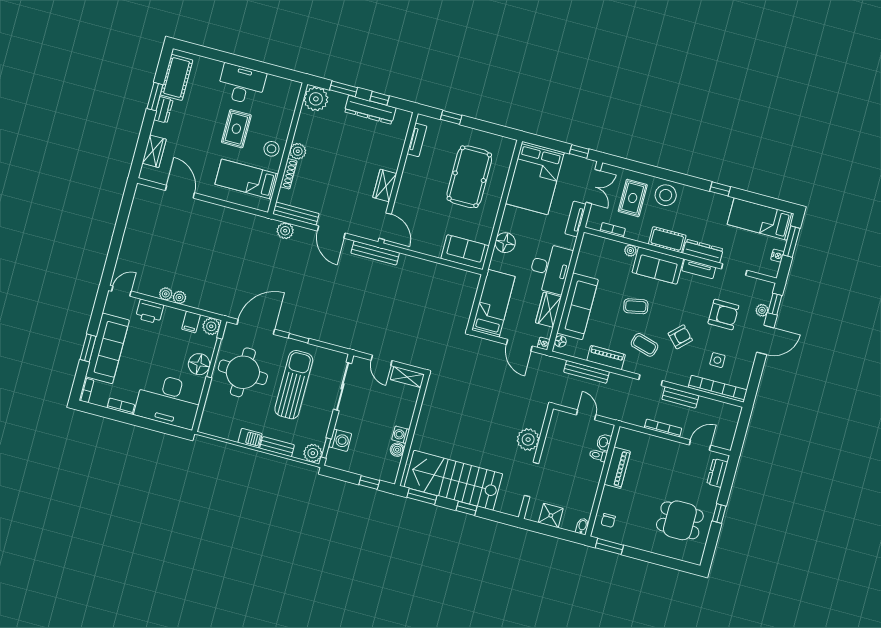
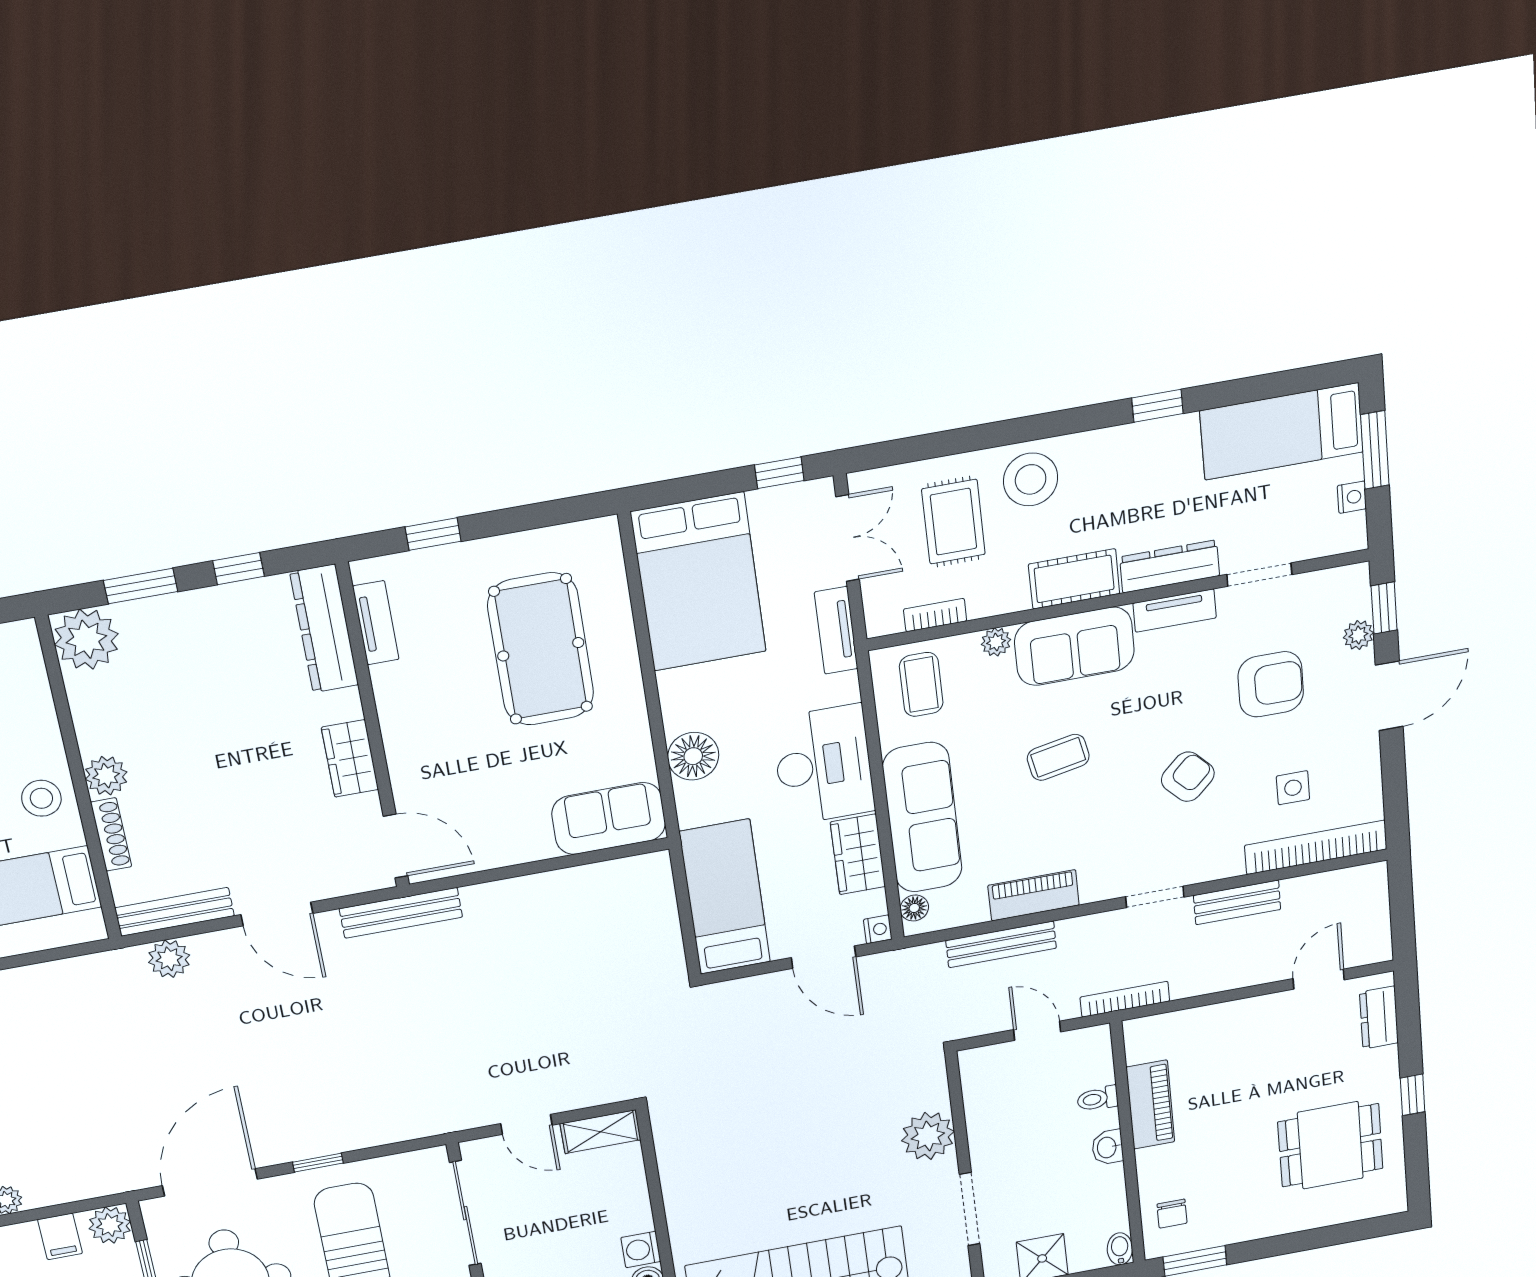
dresser: (370, 110) -> (324, 629), moved, turned 90
coffee table: (644, 345) -> (921, 684), moved, turned 74
bookcase: (663, 428) -> (1125, 999), moved
washbasin: (604, 442) -> (1108, 1147), moved

